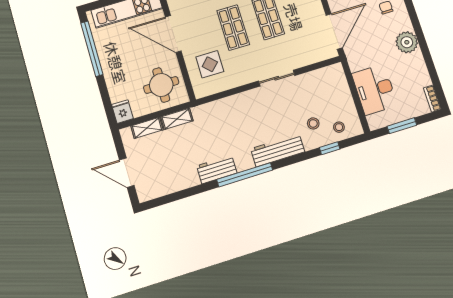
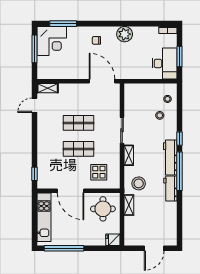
door: (173, 34) -> (71, 191), hinge flipped
desk: (375, 90) -> (165, 63), moved, turned -90
stool: (211, 123) -> (139, 183), added
shelving: (147, 128) -> (129, 155), moved
window: (330, 148) -> (179, 139), moved
workbench: (278, 150) -> (170, 157), moved

